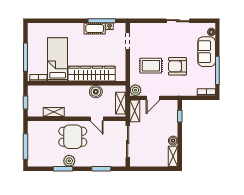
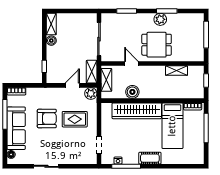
cot: (95, 29) -> (150, 158), moved
sofa: (207, 52) -> (16, 128), width x1.36

